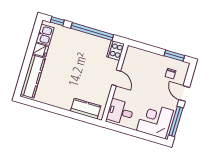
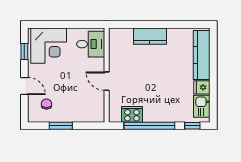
cooker: (115, 50) -> (132, 114), moved, turned -90
window: (174, 56) -> (61, 126), moved
kitchen counter: (86, 109) -> (150, 36), moved
window: (176, 122) -> (24, 52), width x0.46

